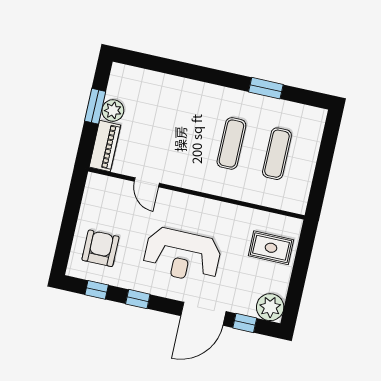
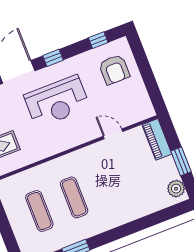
plant: (113, 110) -> (176, 189), moved
reception desk: (182, 255) -> (57, 101), turned 180
window: (138, 299) -> (53, 58), moved

